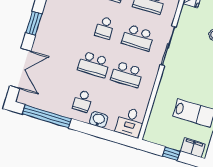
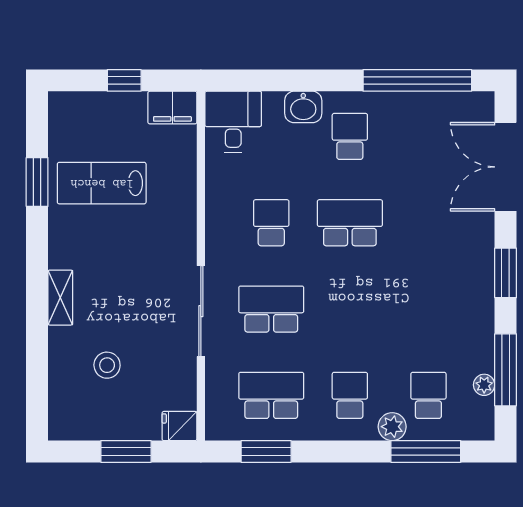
school desk: (105, 28) -> (350, 309), removed
school desk: (127, 74) -> (271, 223), width x0.54
filing cabinet: (193, 148) -> (172, 108), moved

